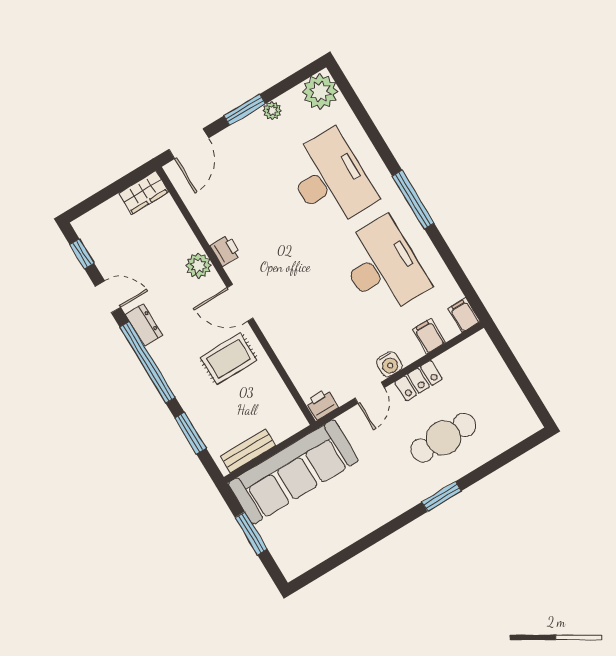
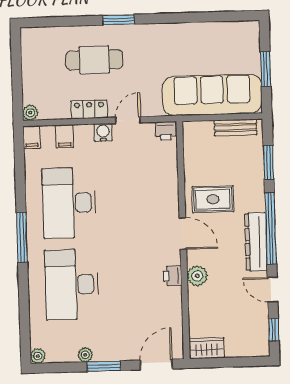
plant: (320, 92) -> (38, 356), width x0.53, depth x0.53
dresser: (144, 325) -> (256, 242), width x1.96, depth x1.24
plant: (481, 341) -> (30, 113), added

